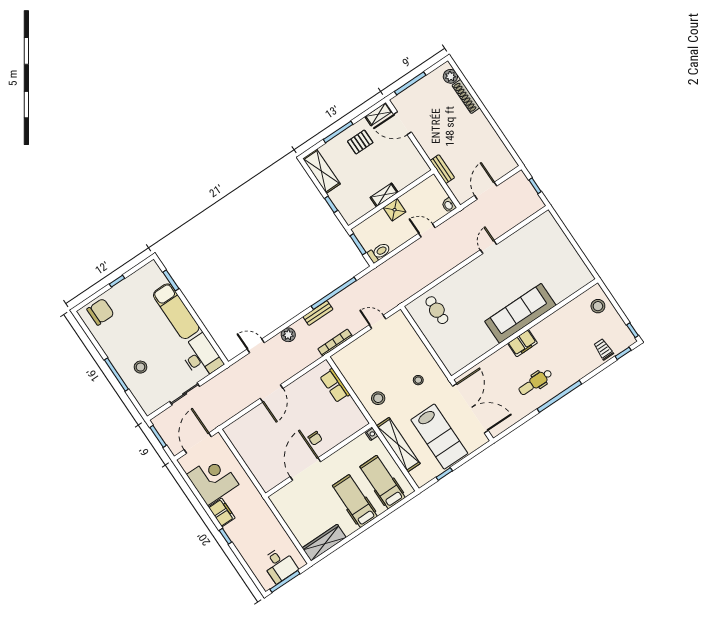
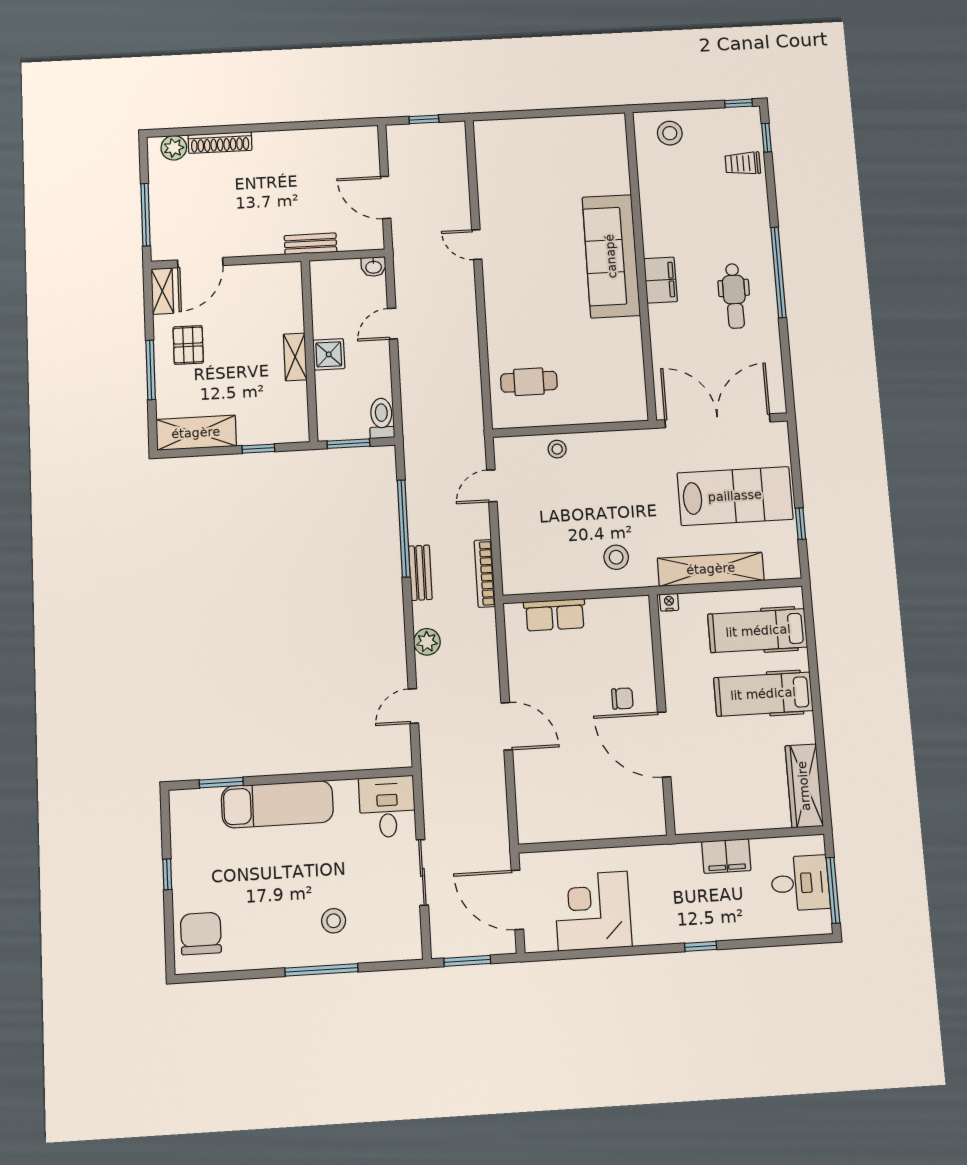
desk: (201, 357) -> (387, 807), width x0.73
stool: (418, 380) -> (557, 449), moved
filing cabinet: (222, 512) -> (726, 856), moved, turned 180

